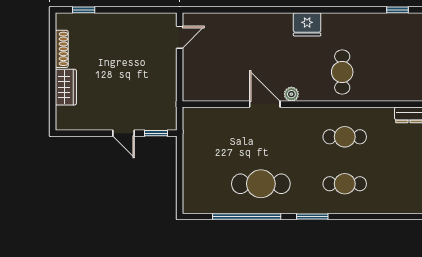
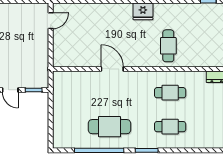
plant: (291, 94) -> (132, 62), removed

